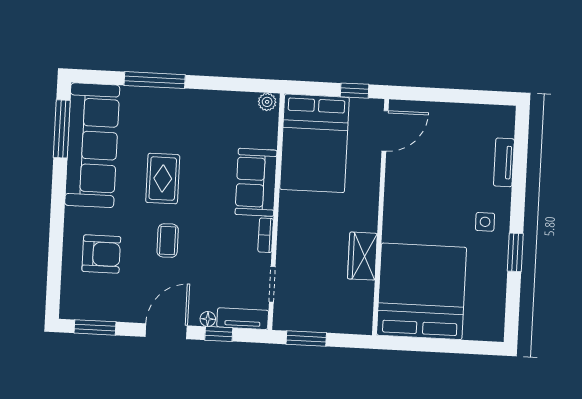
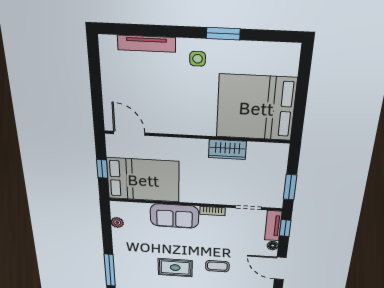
window: (355, 91) -> (102, 169), moved
plant: (267, 102) -> (117, 222), moved
tv unit: (504, 162) -> (146, 44), width x1.41
window: (219, 334) -> (285, 228), moved

